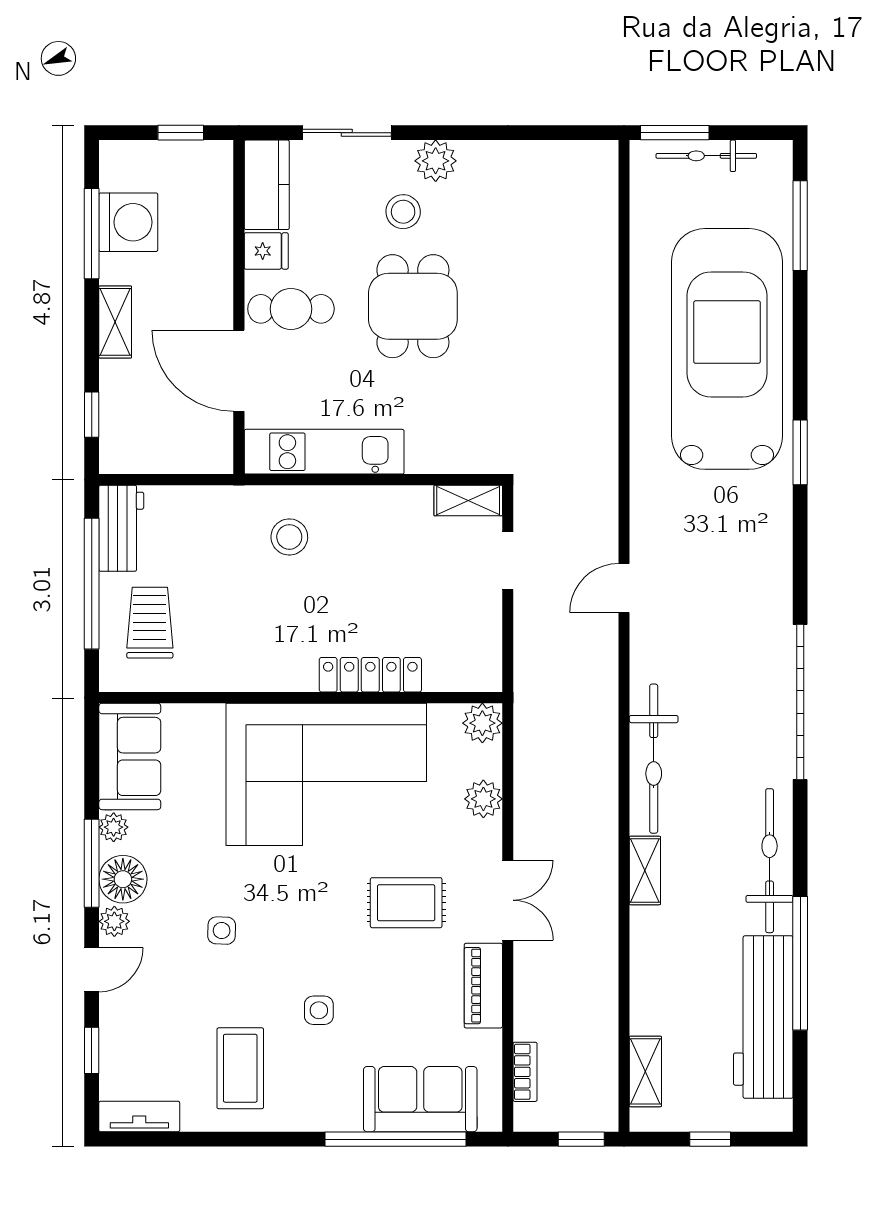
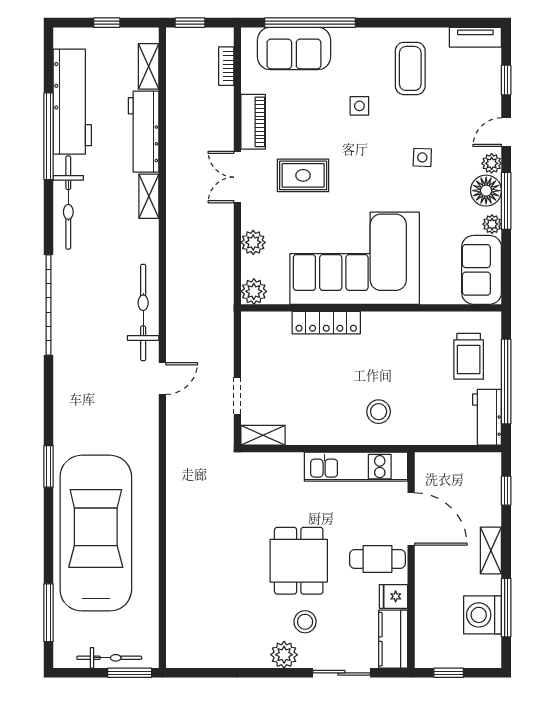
car: (727, 349) -> (96, 533), turned 180
bicycle: (654, 759) -> (143, 312), moved
workbench: (653, 970) -> (144, 132), added

